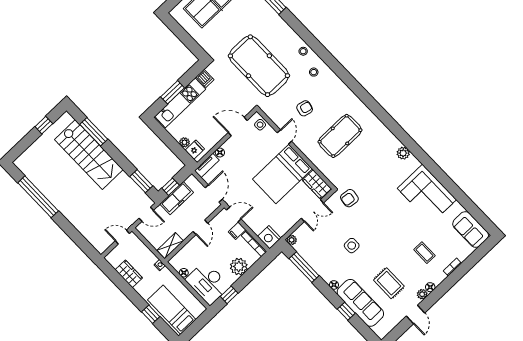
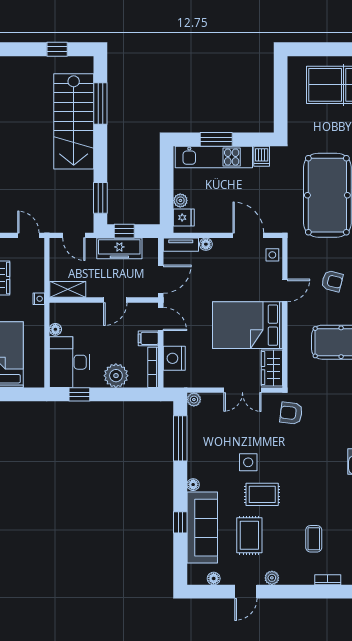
nightstand: (269, 237) -> (174, 358), moved
rug: (375, 255) -> (262, 494), added
floor lamp: (430, 287) -> (214, 579), moved

